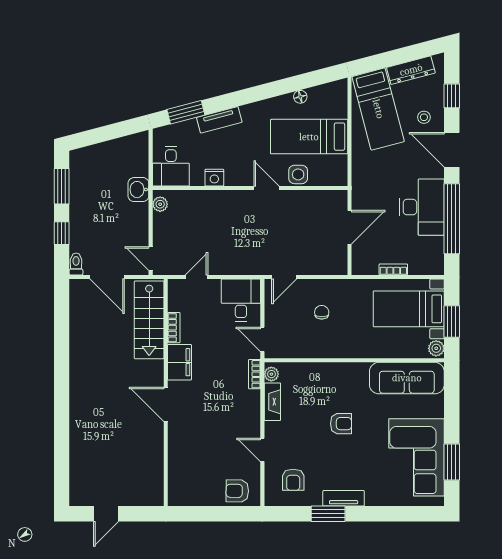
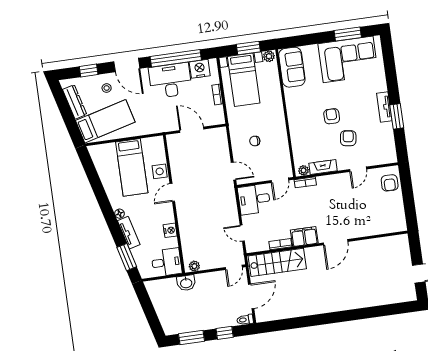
floor lamp: (300, 97) -> (119, 214), moved
door: (452, 150) -> (127, 65), hinge flipped
nightstand: (432, 250) -> (200, 69), added
sofa: (407, 378) -> (292, 67), width x0.73
armchair: (293, 480) -> (348, 138), moved, turned -82

